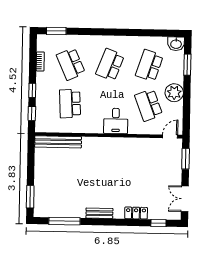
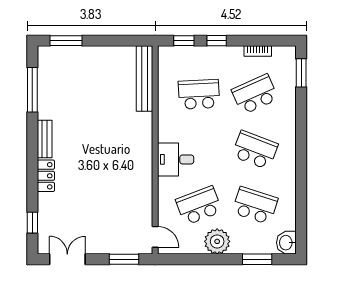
locker: (136, 213) -> (46, 176), moved

